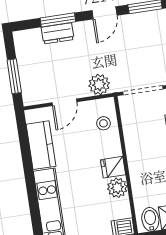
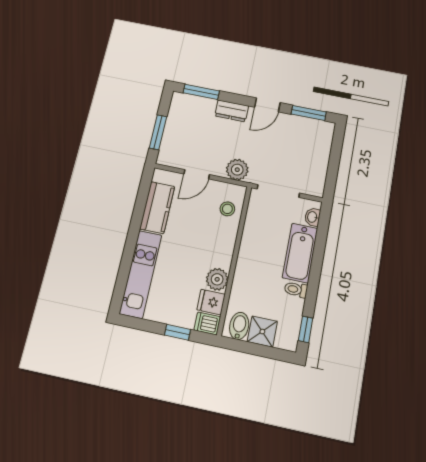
window: (58, 20) -> (201, 92), moved
dresser: (58, 33) -> (232, 111), moved
fridge: (113, 167) -> (211, 302), moved

